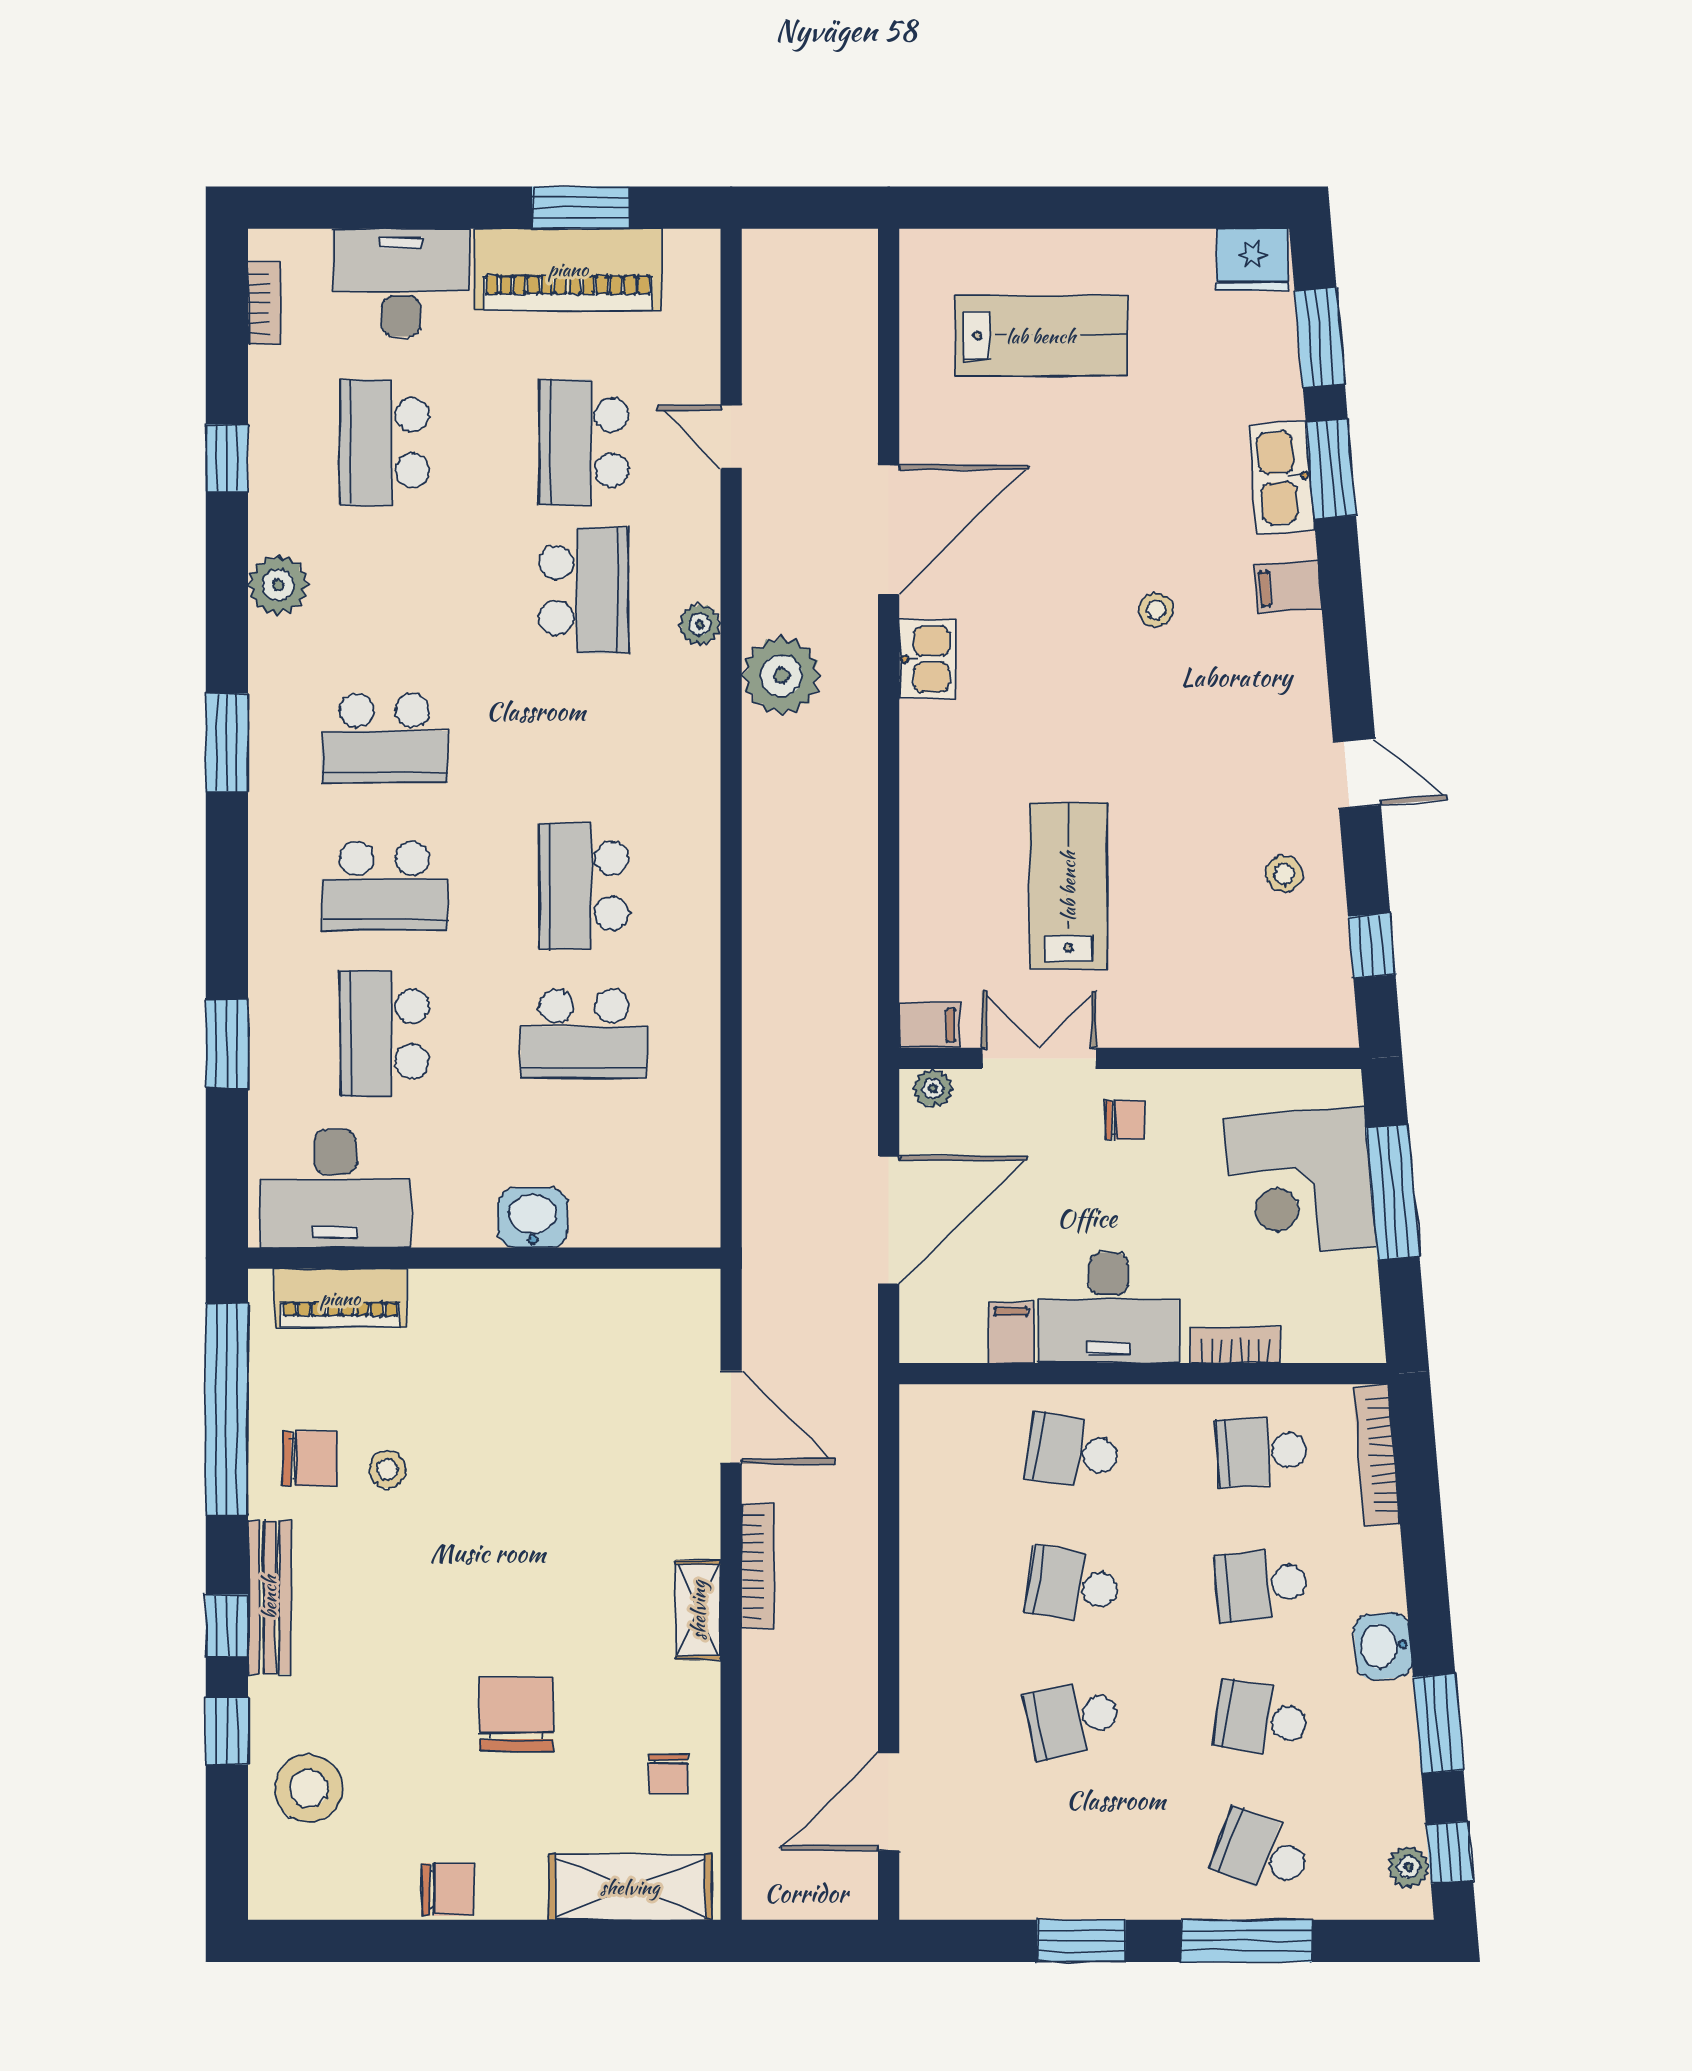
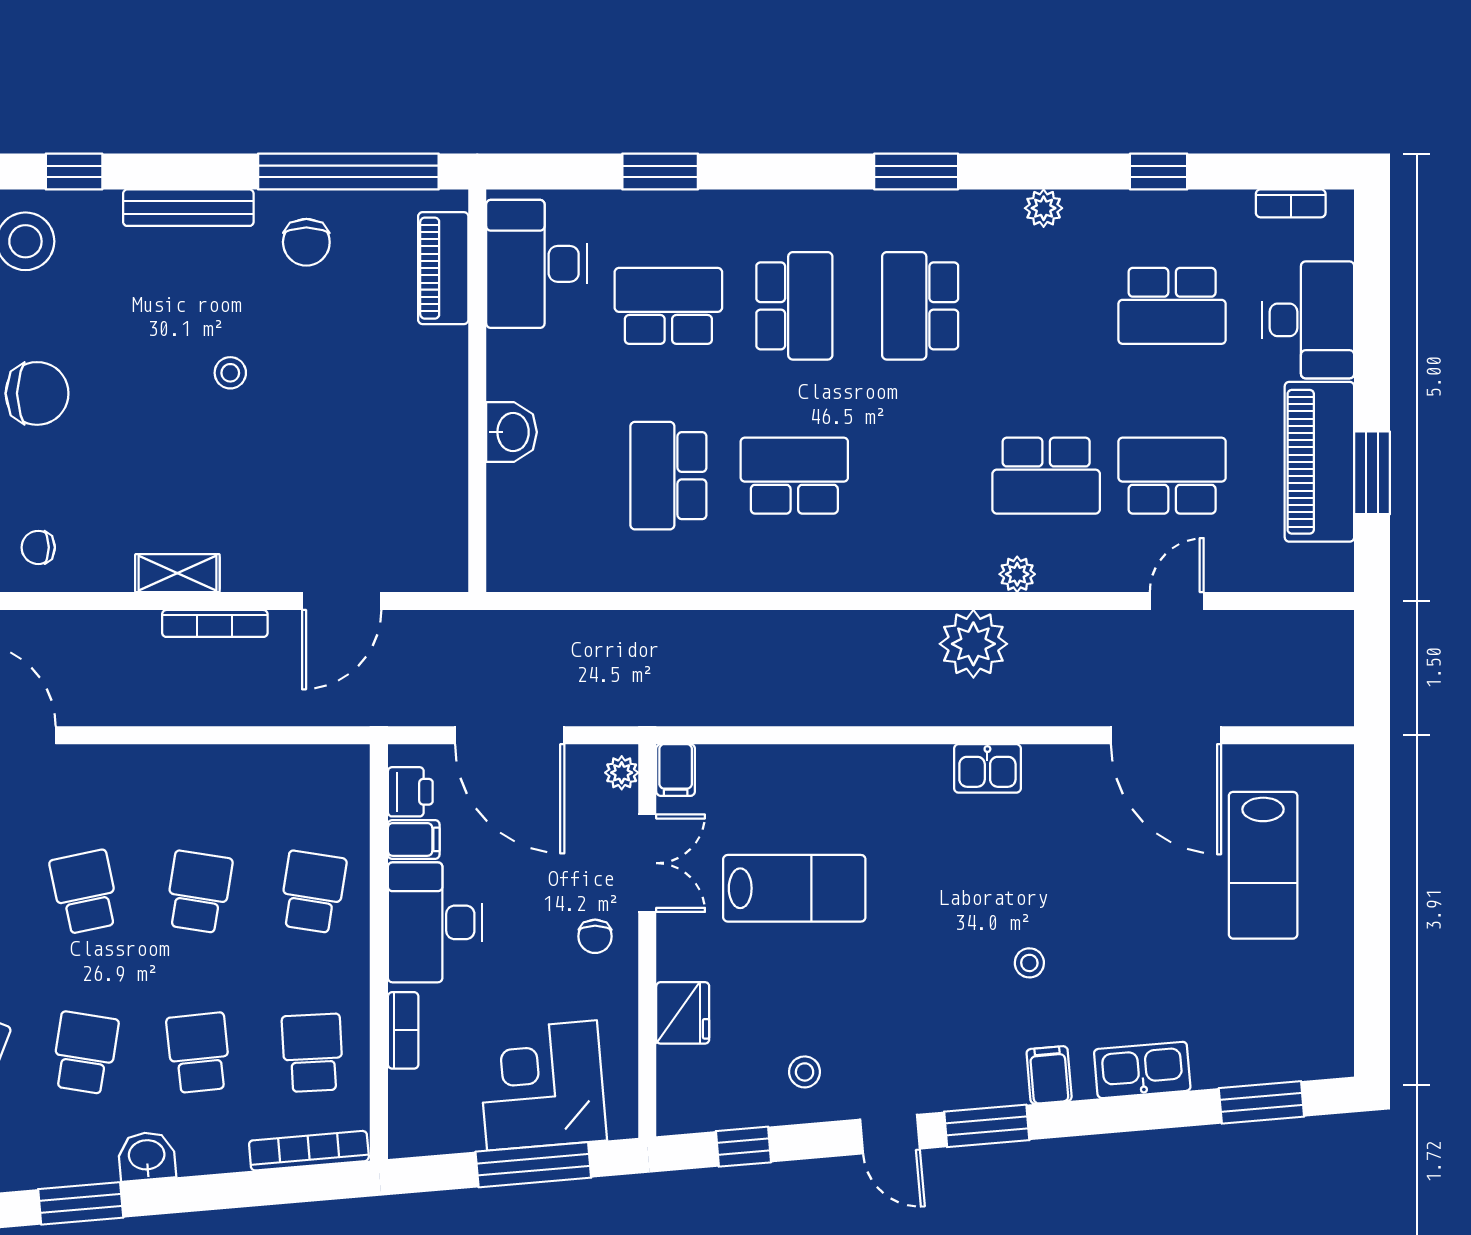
fridge: (1252, 260) -> (683, 1013), moved, turned 180
school desk: (385, 442) -> (1172, 306), turned 180
window: (1331, 469) -> (987, 1126), moved
door: (889, 530) -> (1166, 735), moved
plant: (278, 585) -> (1044, 208), width x0.73, depth x0.73
door: (1357, 773) -> (890, 1134), hinge flipped
school desk: (385, 886) -> (794, 306), turned 180
printer: (955, 1337) -> (410, 792), added
stool: (387, 1470) -> (230, 373), moved
window: (227, 1626) -> (164, 172), removed
chair: (516, 1714) -> (37, 393), moved

